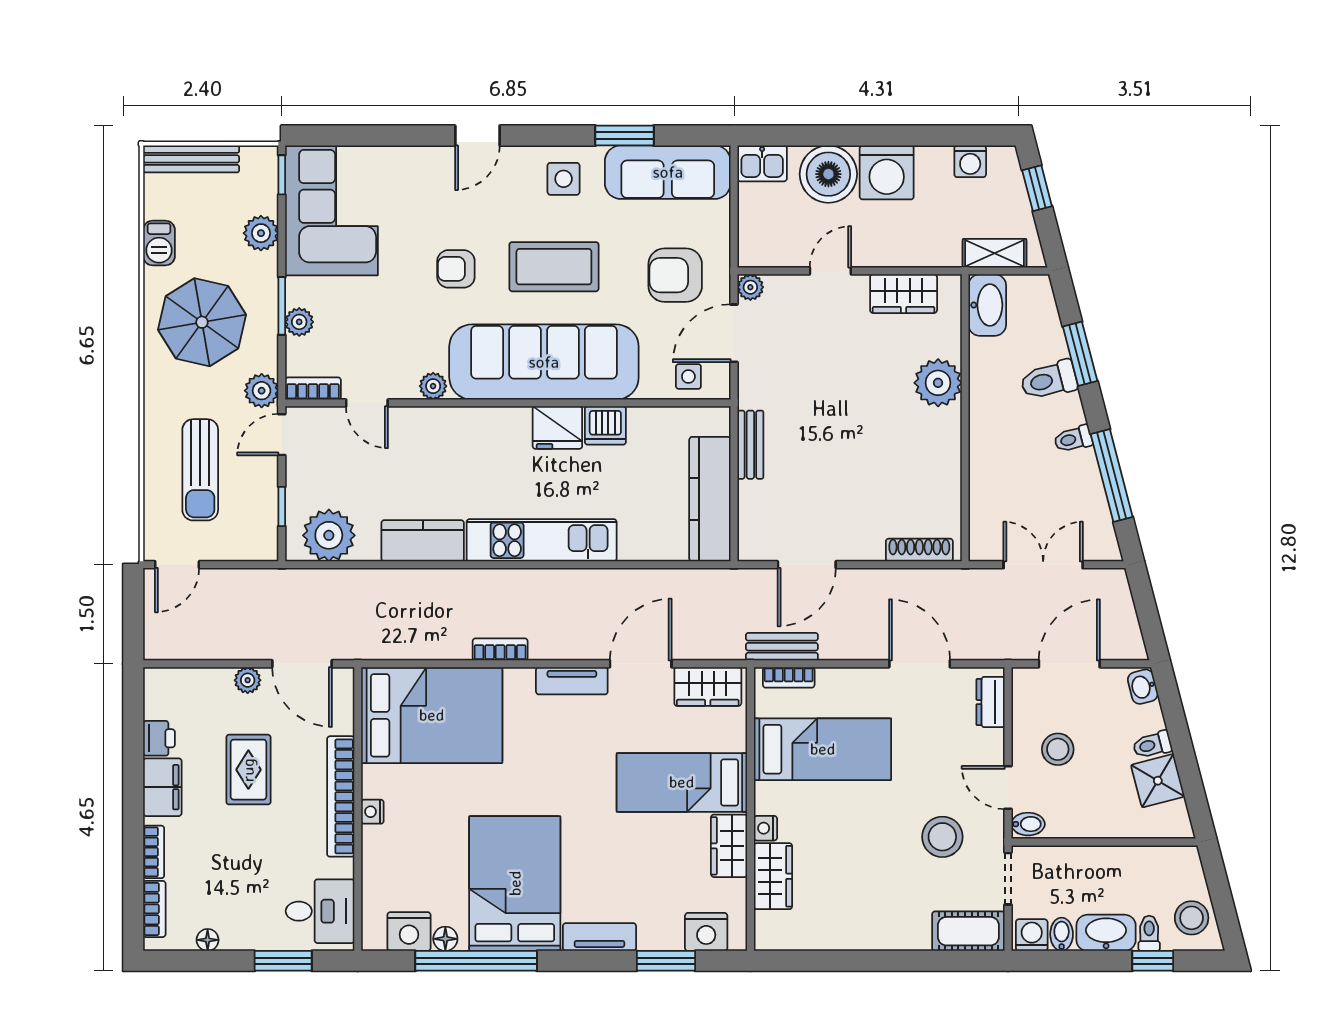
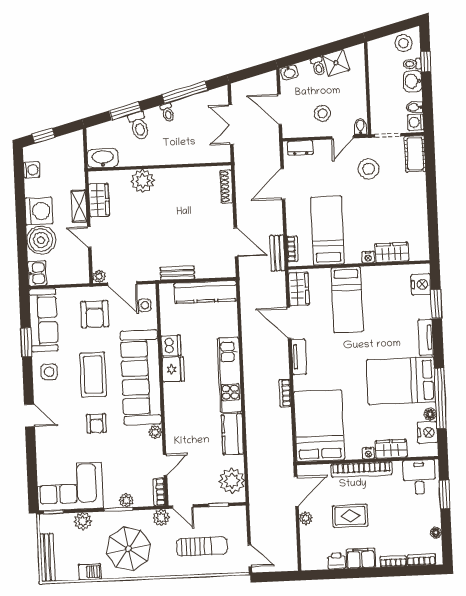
shelving: (995, 253) -> (79, 206), moved
wardrobe: (729, 846) -> (391, 449), moved, turned 180
washbasin: (1106, 933) -> (413, 81), width x0.72

